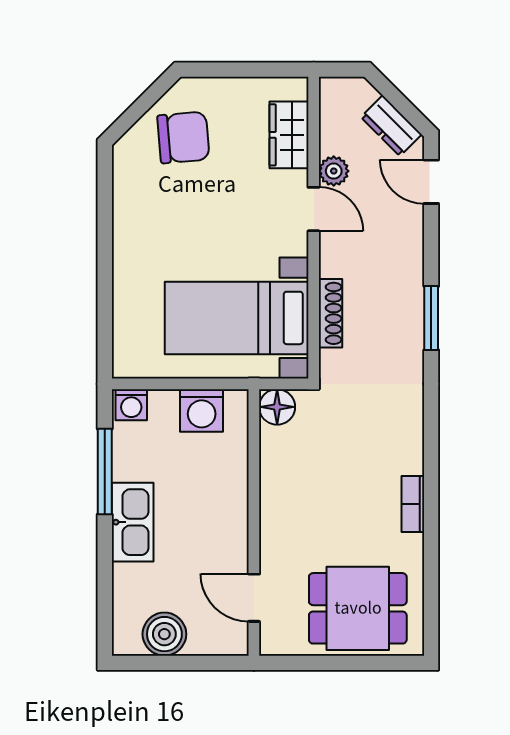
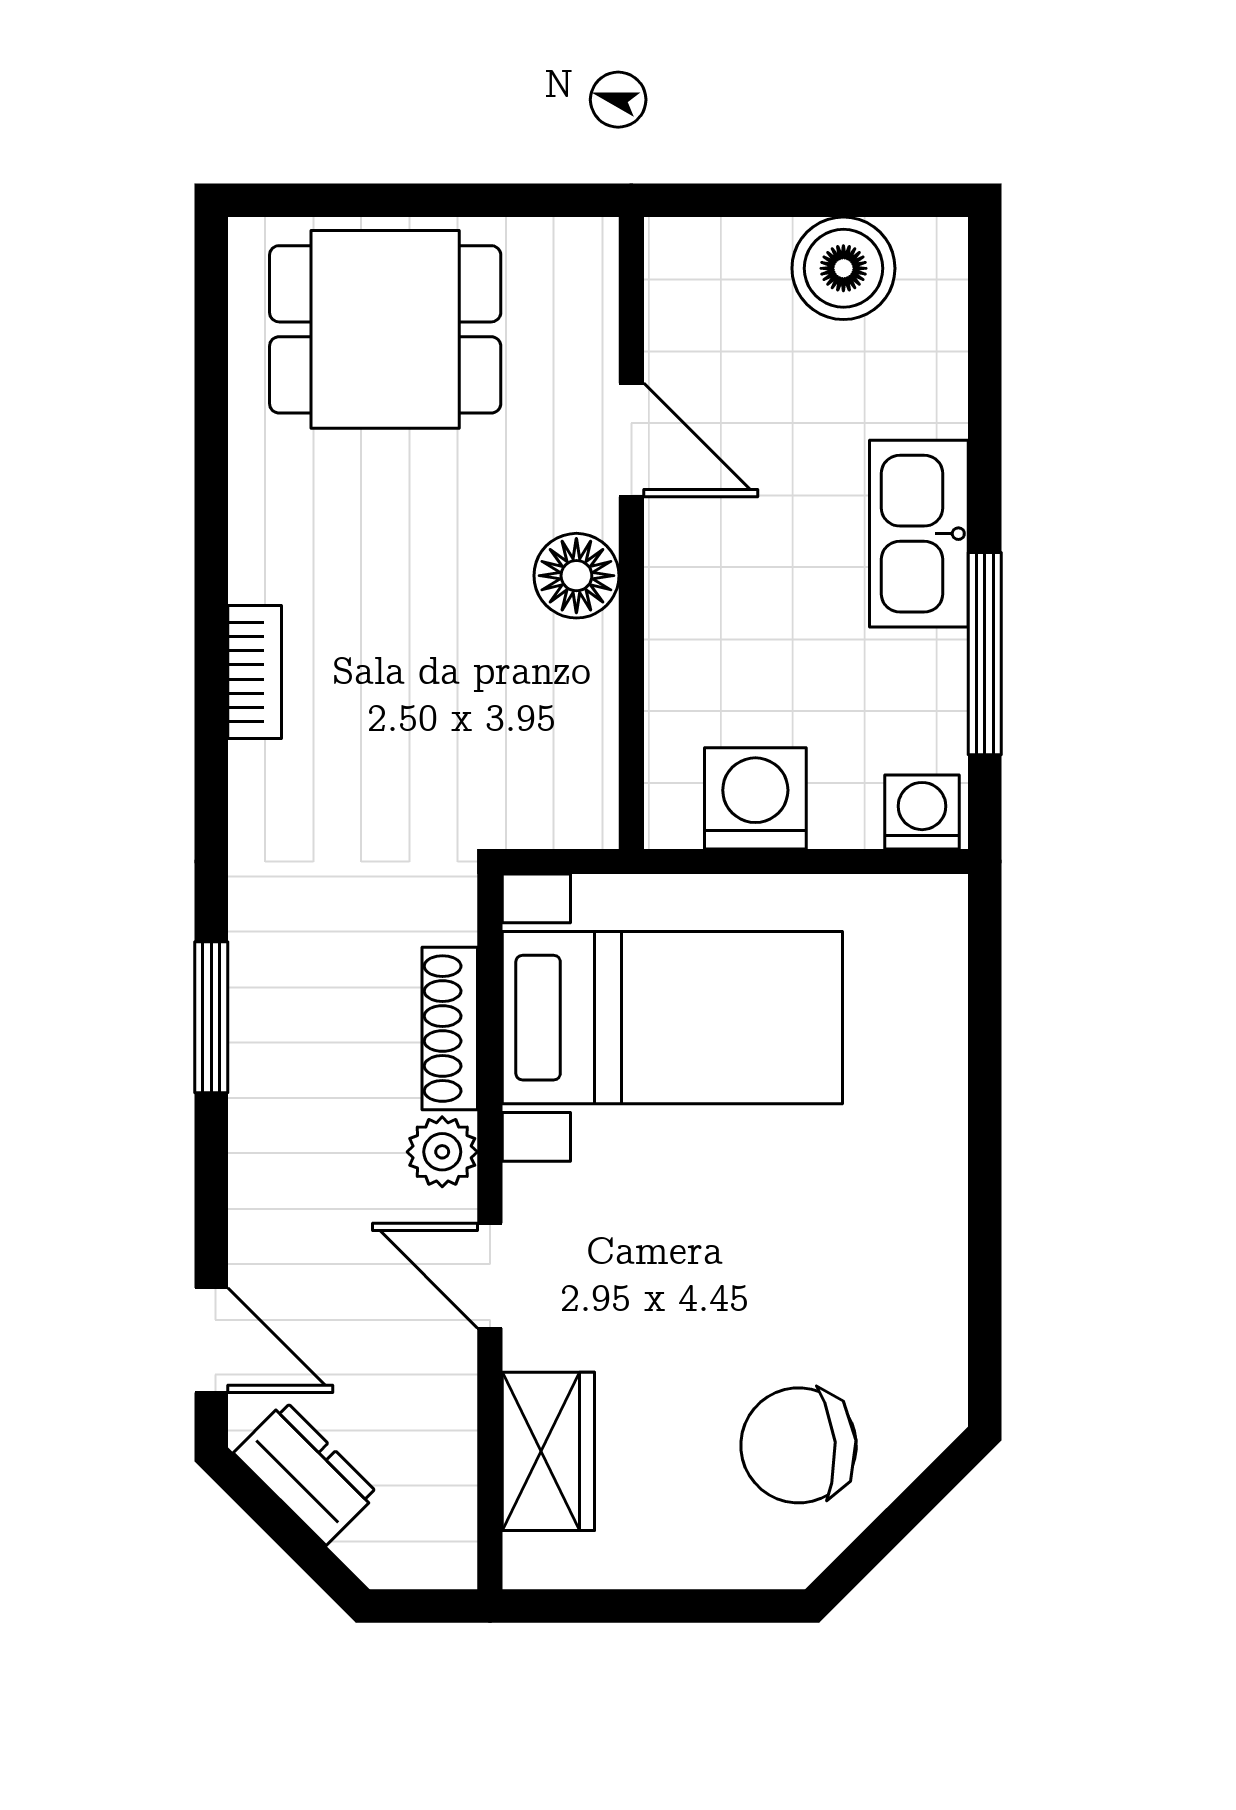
plant: (334, 171) -> (442, 1152), moved
floor lamp: (277, 407) -> (576, 576), moved
bookcase: (413, 504) -> (255, 672), moved
door: (254, 598) -> (631, 440), moved

